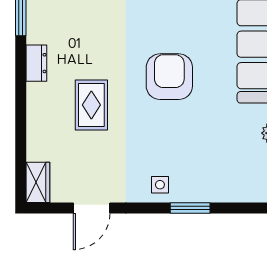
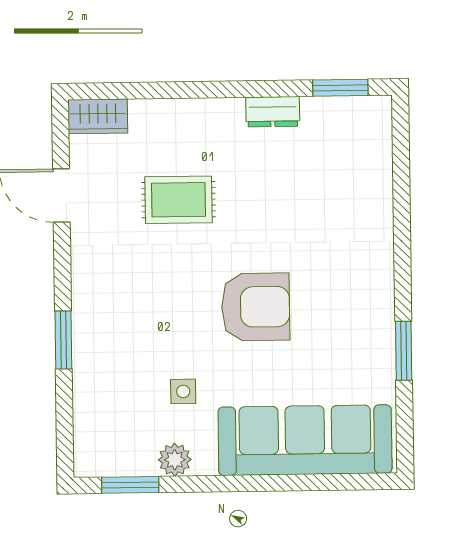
rug: (91, 105) -> (179, 200), moved
side table: (160, 185) -> (183, 391), moved

